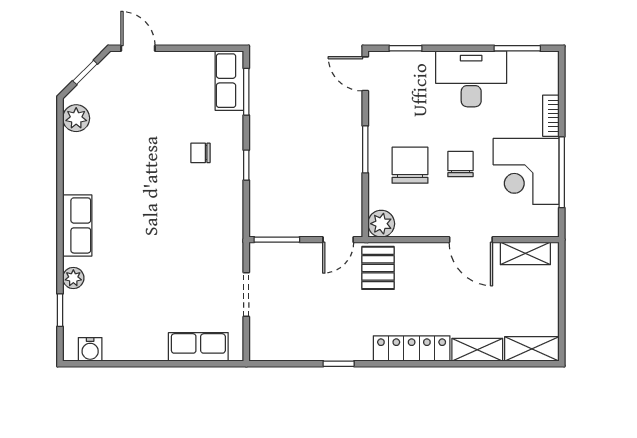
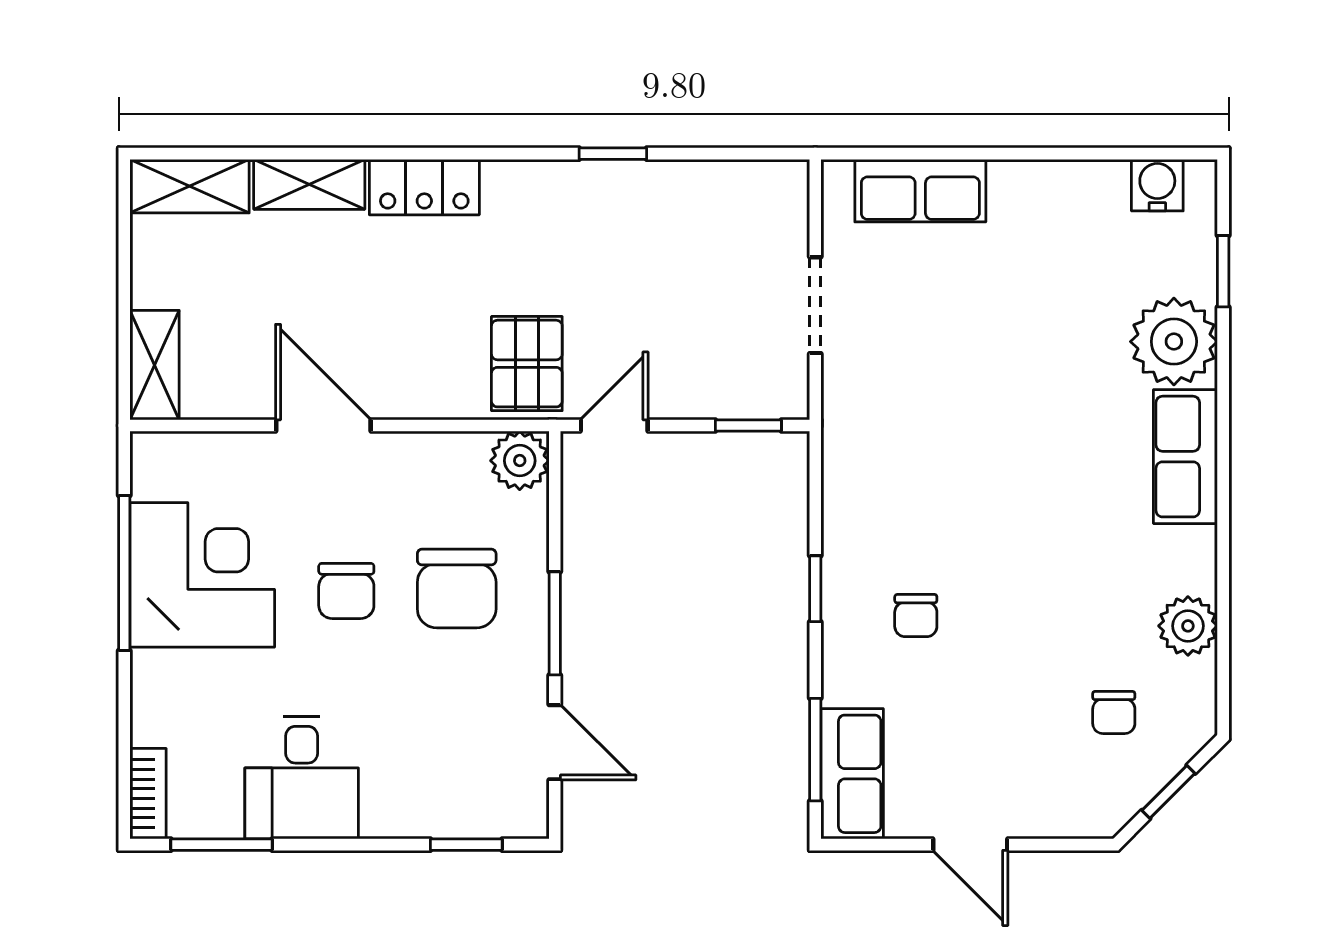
door: (138, 48) -> (970, 845), moved
door: (365, 74) -> (555, 742), moved
desk: (471, 79) -> (302, 778), width x0.73
chair: (110, 109) -> (1114, 712), added
bookcase: (551, 116) -> (148, 794), moved
plant: (76, 118) -> (1188, 626), moved
chair: (200, 153) -> (916, 616), turned 90
window: (277, 240) -> (748, 425), width x0.67
shelving: (525, 253) -> (155, 365), moved, turned 90
plant: (73, 278) -> (1174, 342), width x1.88, depth x1.88
locker: (412, 349) -> (424, 187), width x0.66

